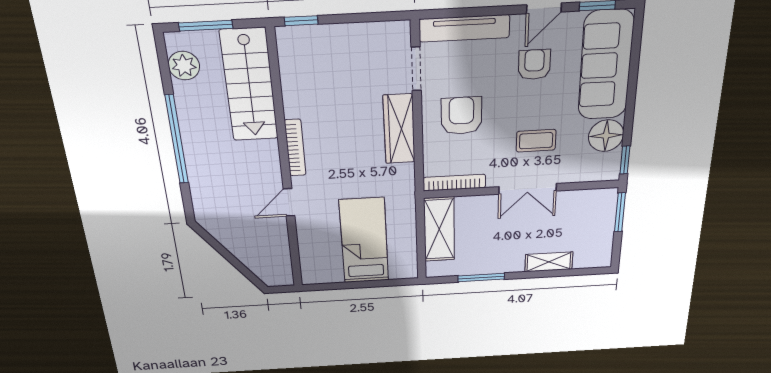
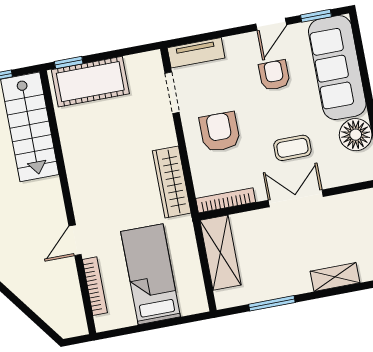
tv unit: (464, 28) -> (196, 53), width x0.71
cot: (324, 45) -> (90, 82), added
wardrobe: (399, 129) -> (172, 182), moved
bookcase: (295, 148) -> (95, 286), moved
double door: (528, 189) -> (296, 198), swing flipped

